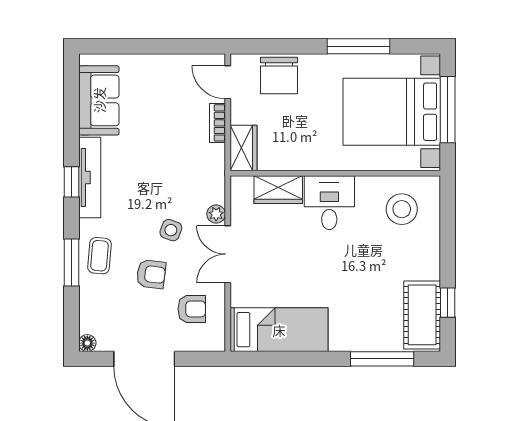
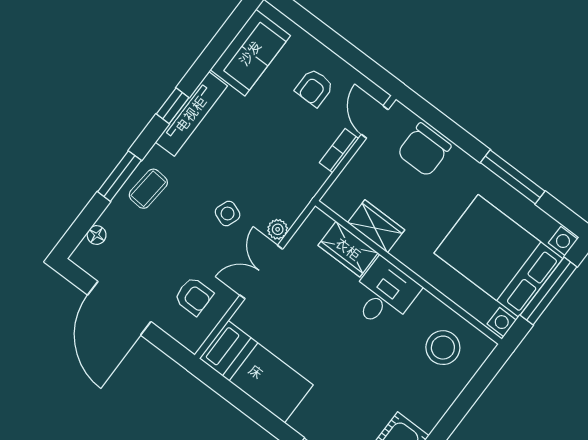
wardrobe: (243, 148) -> (376, 226), moved, turned -90
armchair: (151, 274) -> (314, 88), moved, turned 83
floor lamp: (87, 343) -> (97, 235), moved

